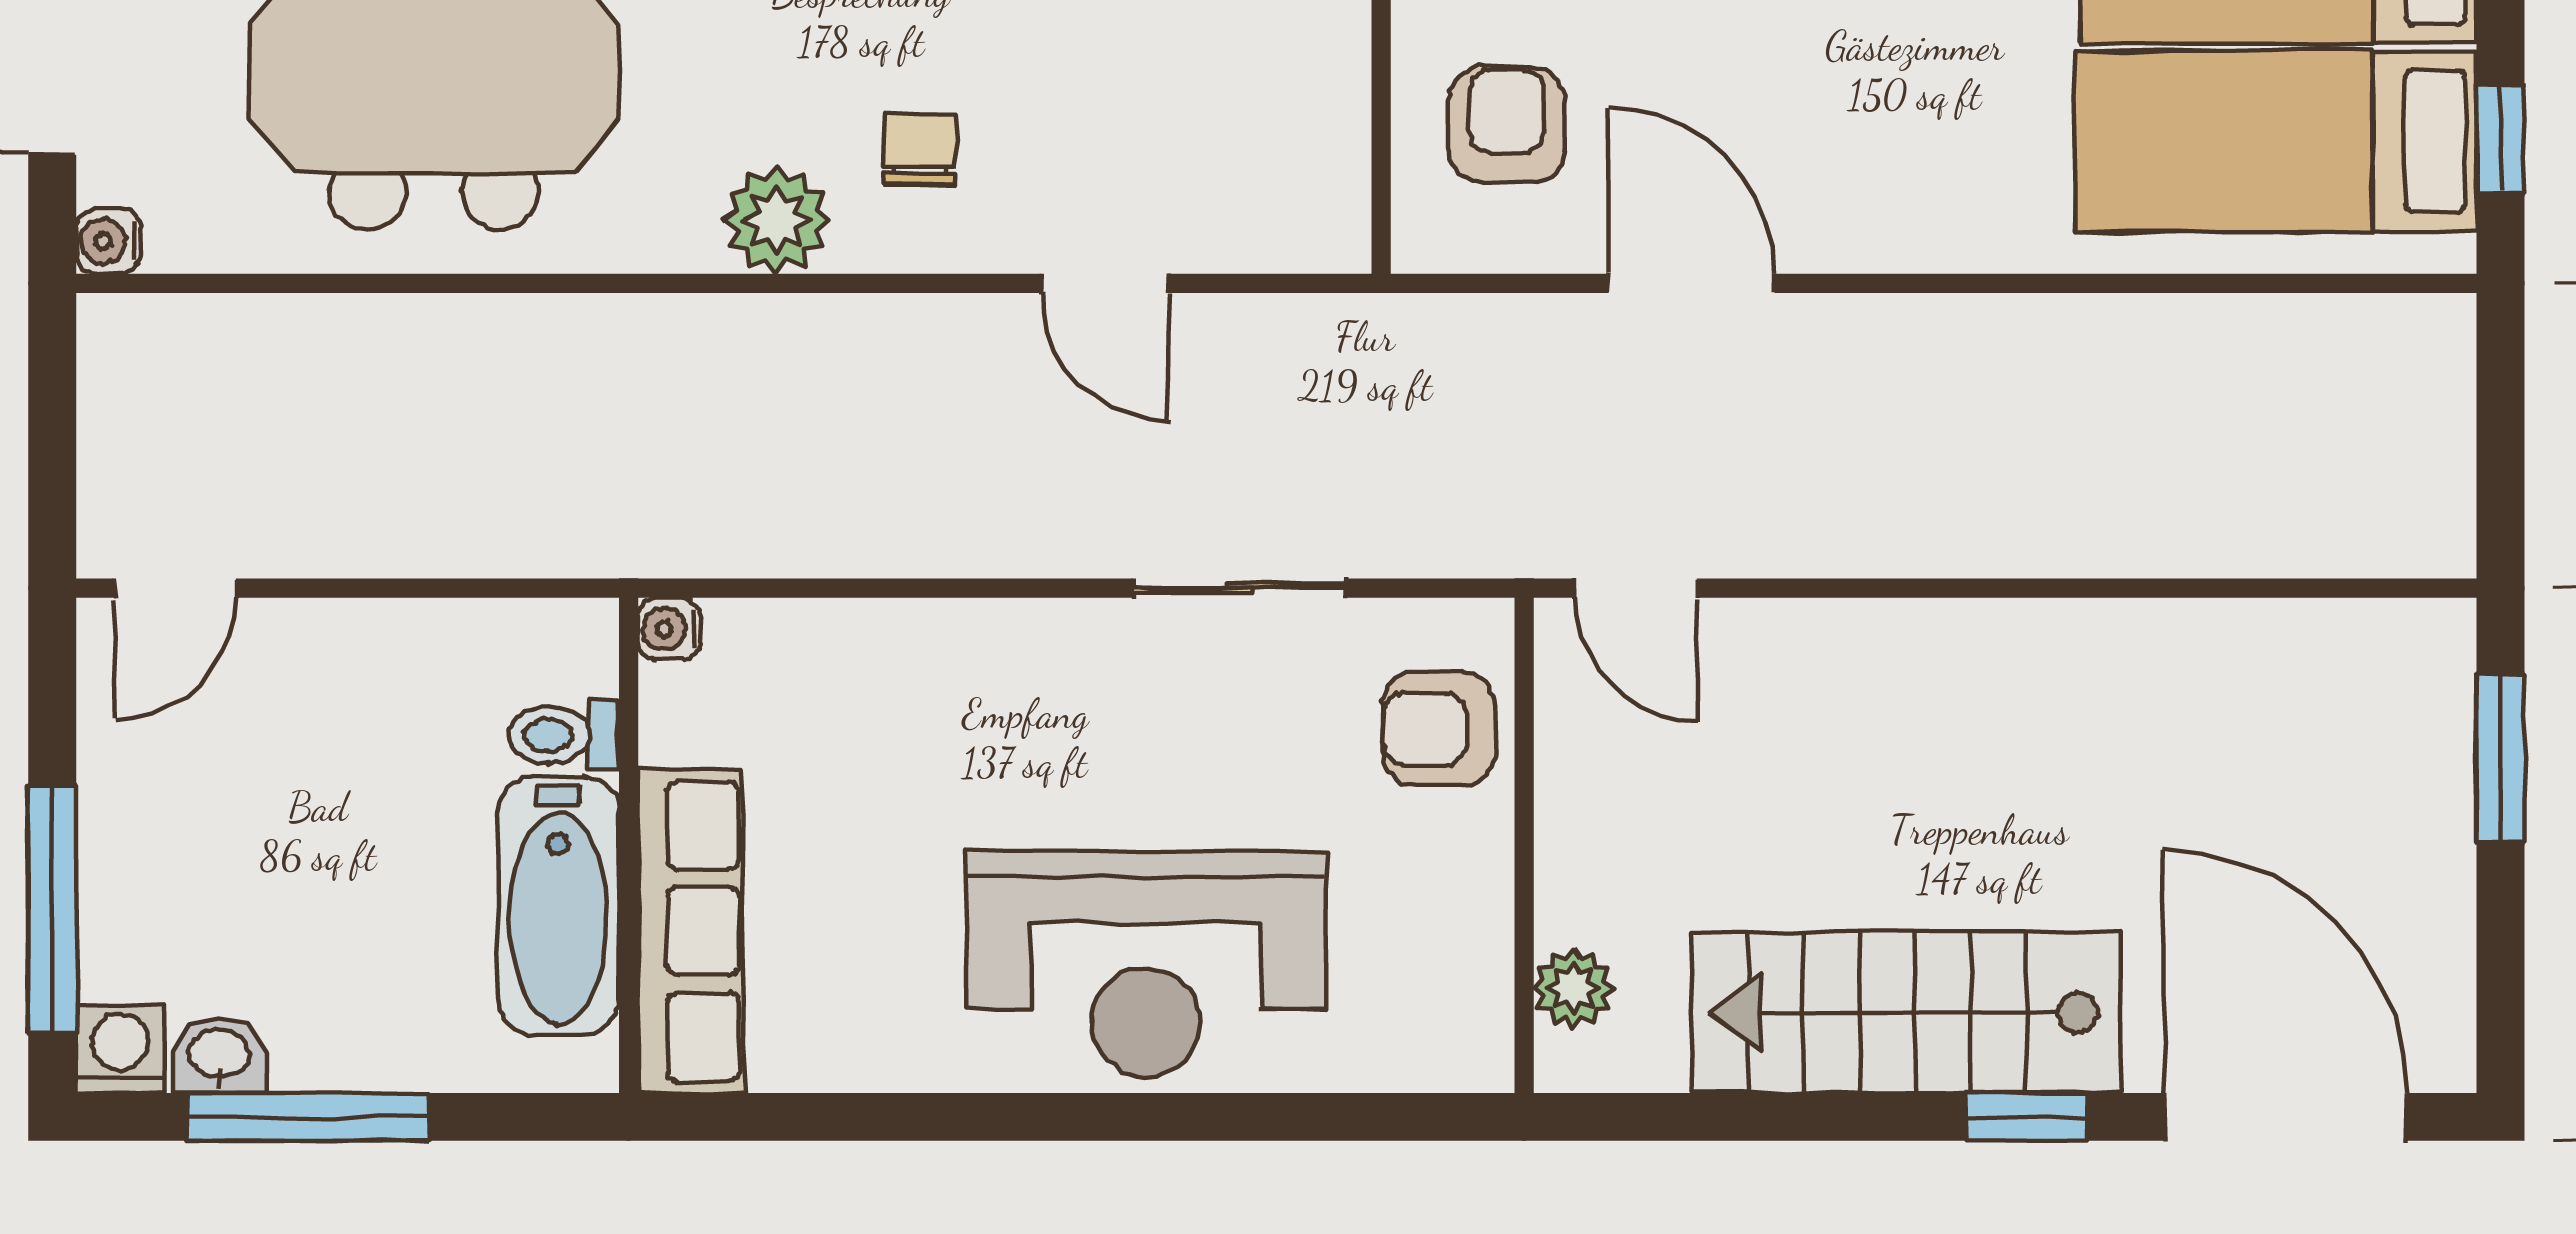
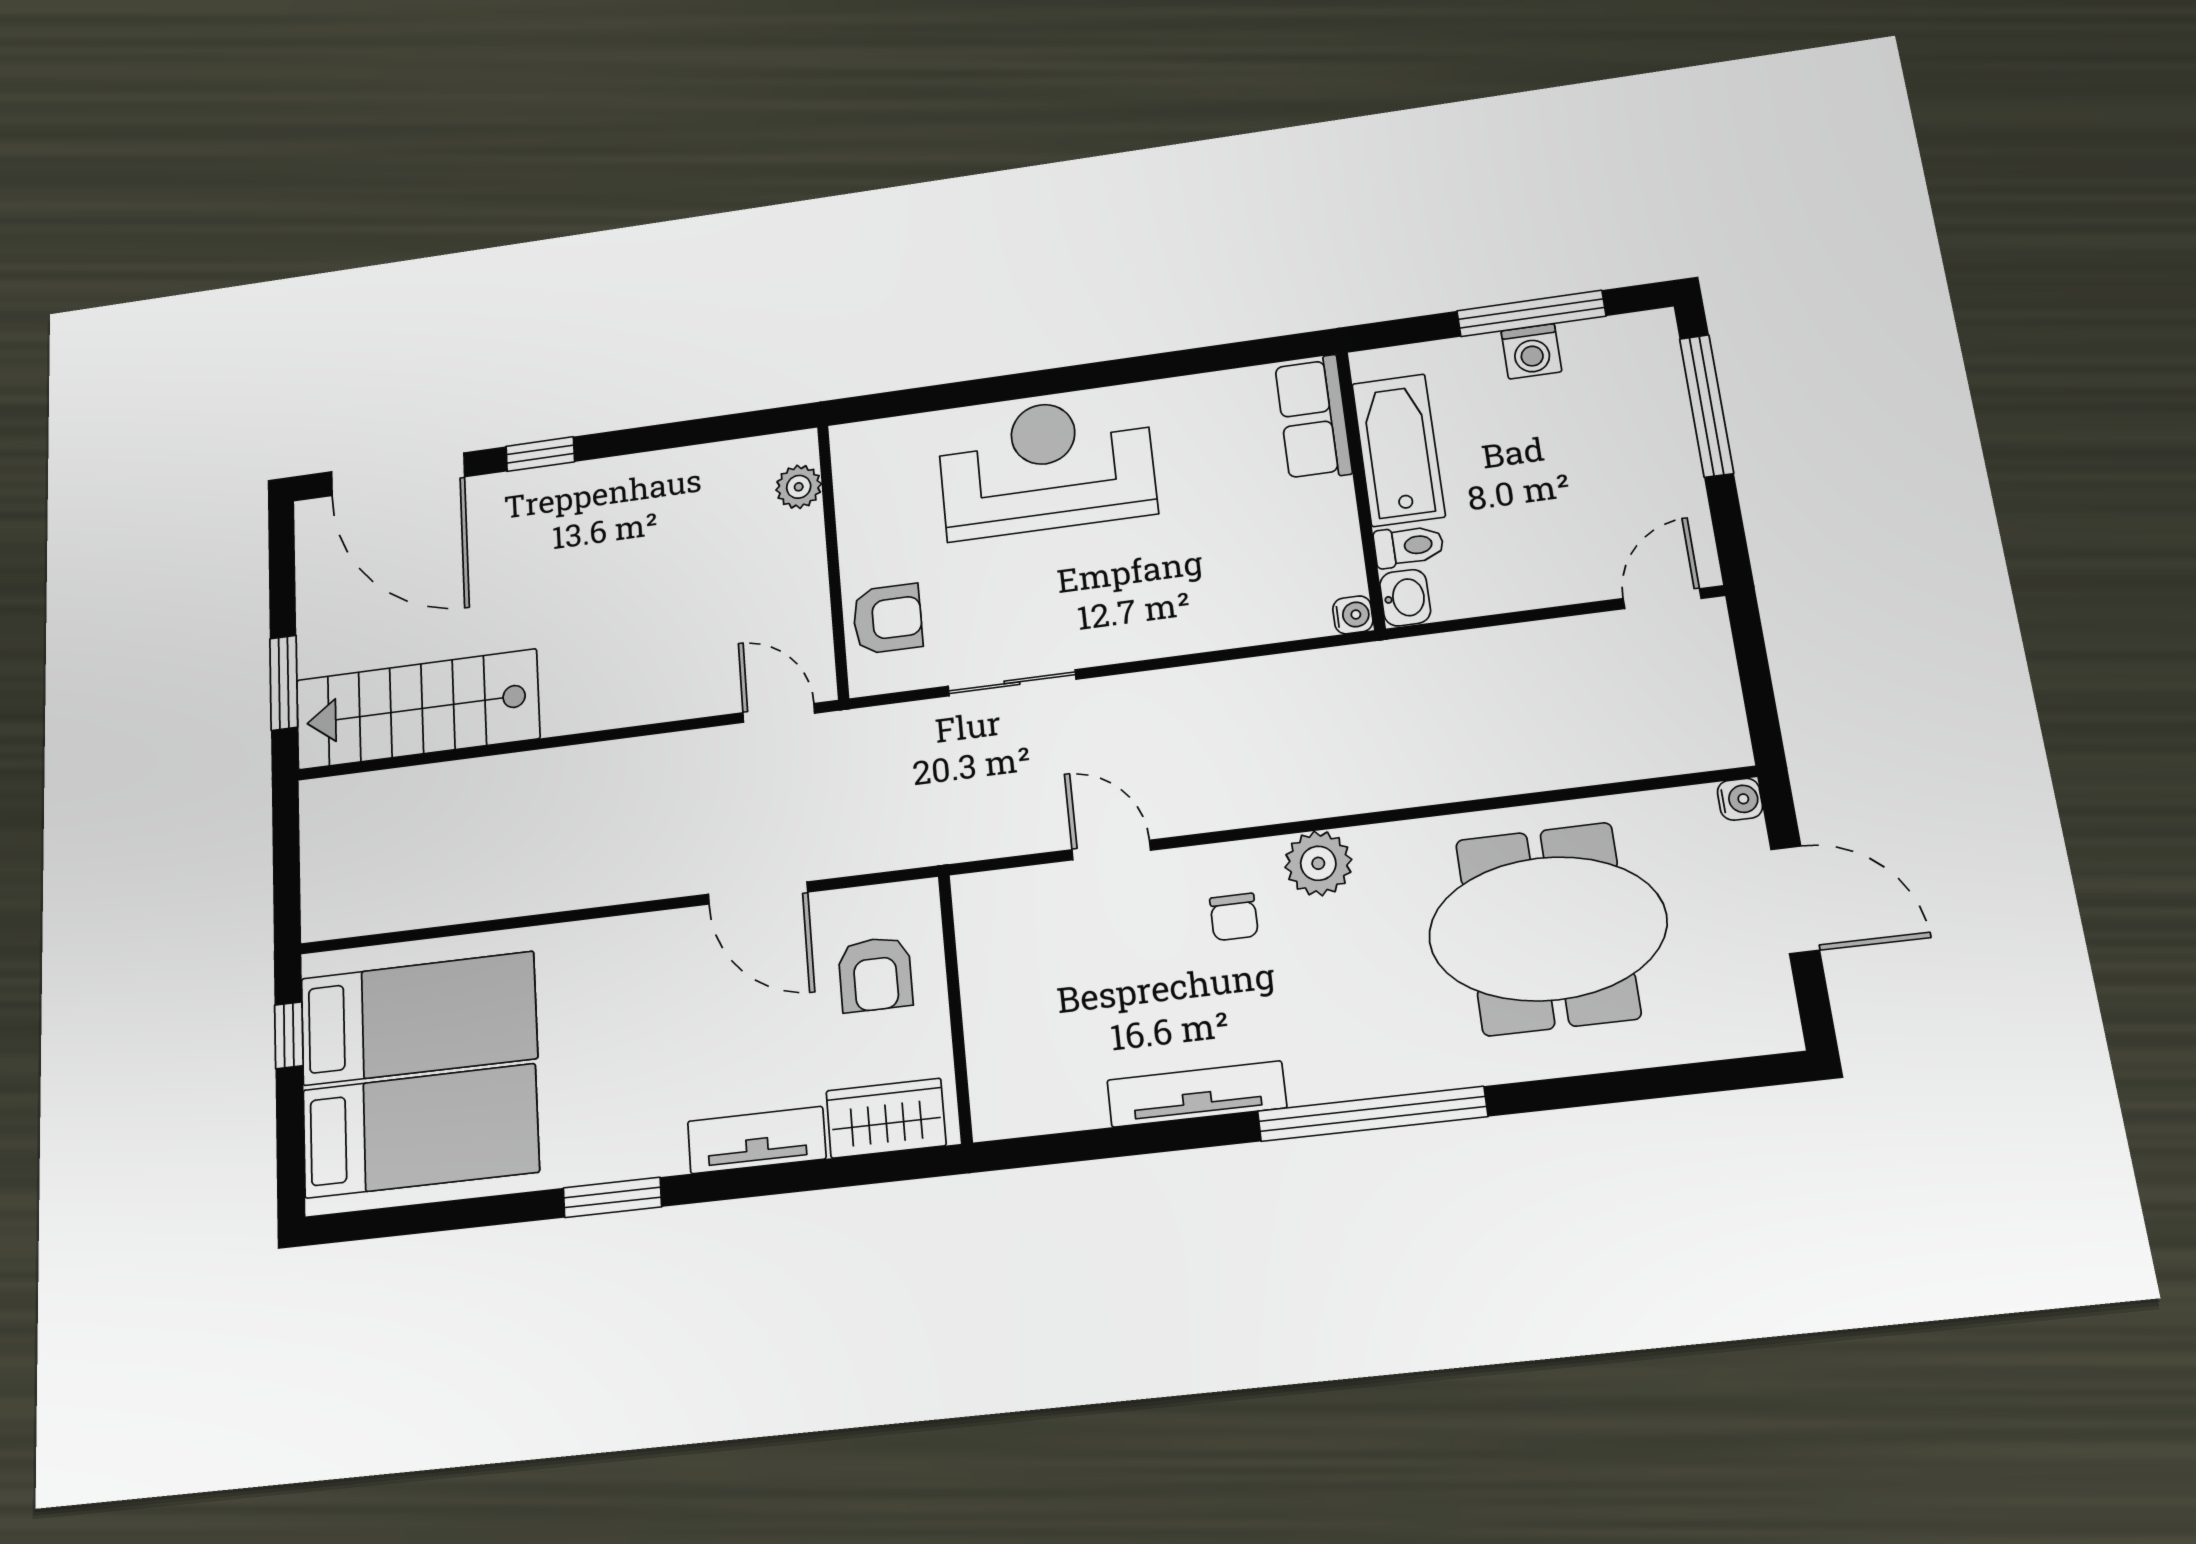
row of seats: (690, 931) -> (1313, 418), width x0.68
stairs: (1907, 1012) -> (417, 709), moved, turned 180
washing machine: (120, 1049) -> (1531, 351), moved
washbasin: (219, 1055) -> (1405, 598), moved, turned -90

